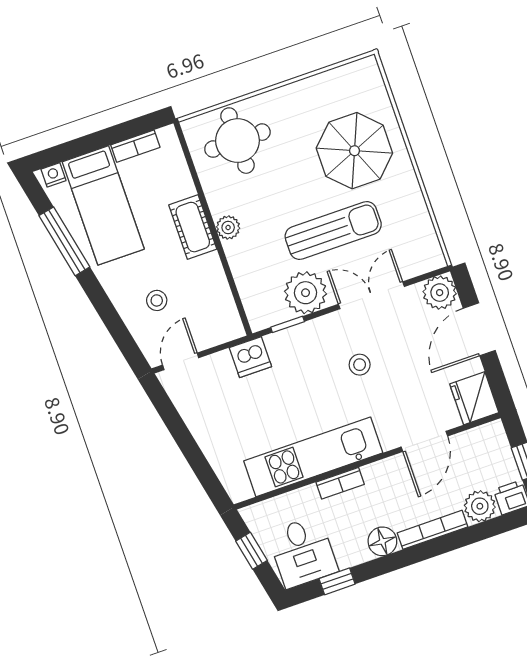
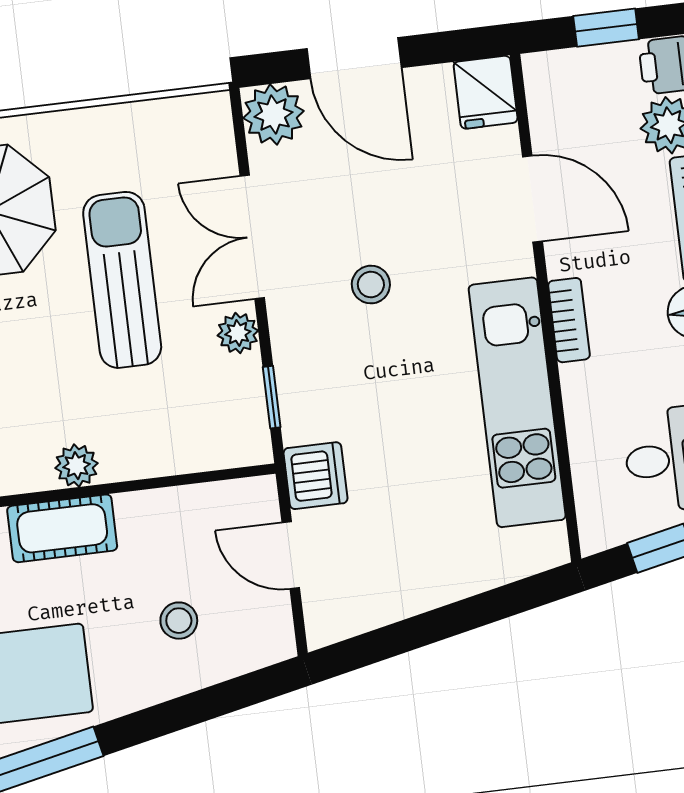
plant: (306, 293) -> (238, 333), width x0.53, depth x0.53
door: (181, 361) -> (291, 555), moved
fridge: (474, 398) -> (486, 92), width x0.72
bookcase: (340, 483) -> (569, 320), moved

